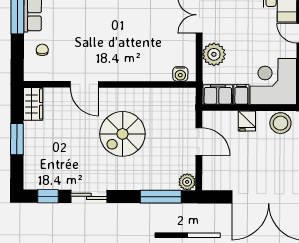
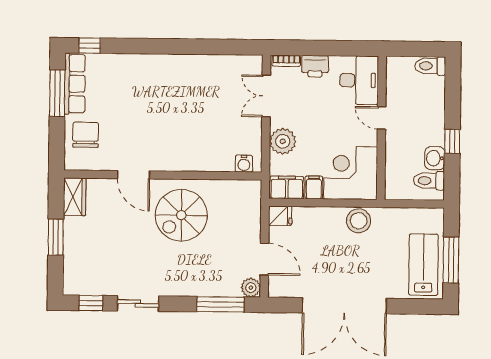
chair: (42, 50) -> (86, 135), width x1.87, depth x1.87
fridge: (247, 121) -> (280, 216), moved, turned -90
spiral stairs: (122, 134) -> (181, 215), moved
door: (199, 142) -> (264, 259), moved

